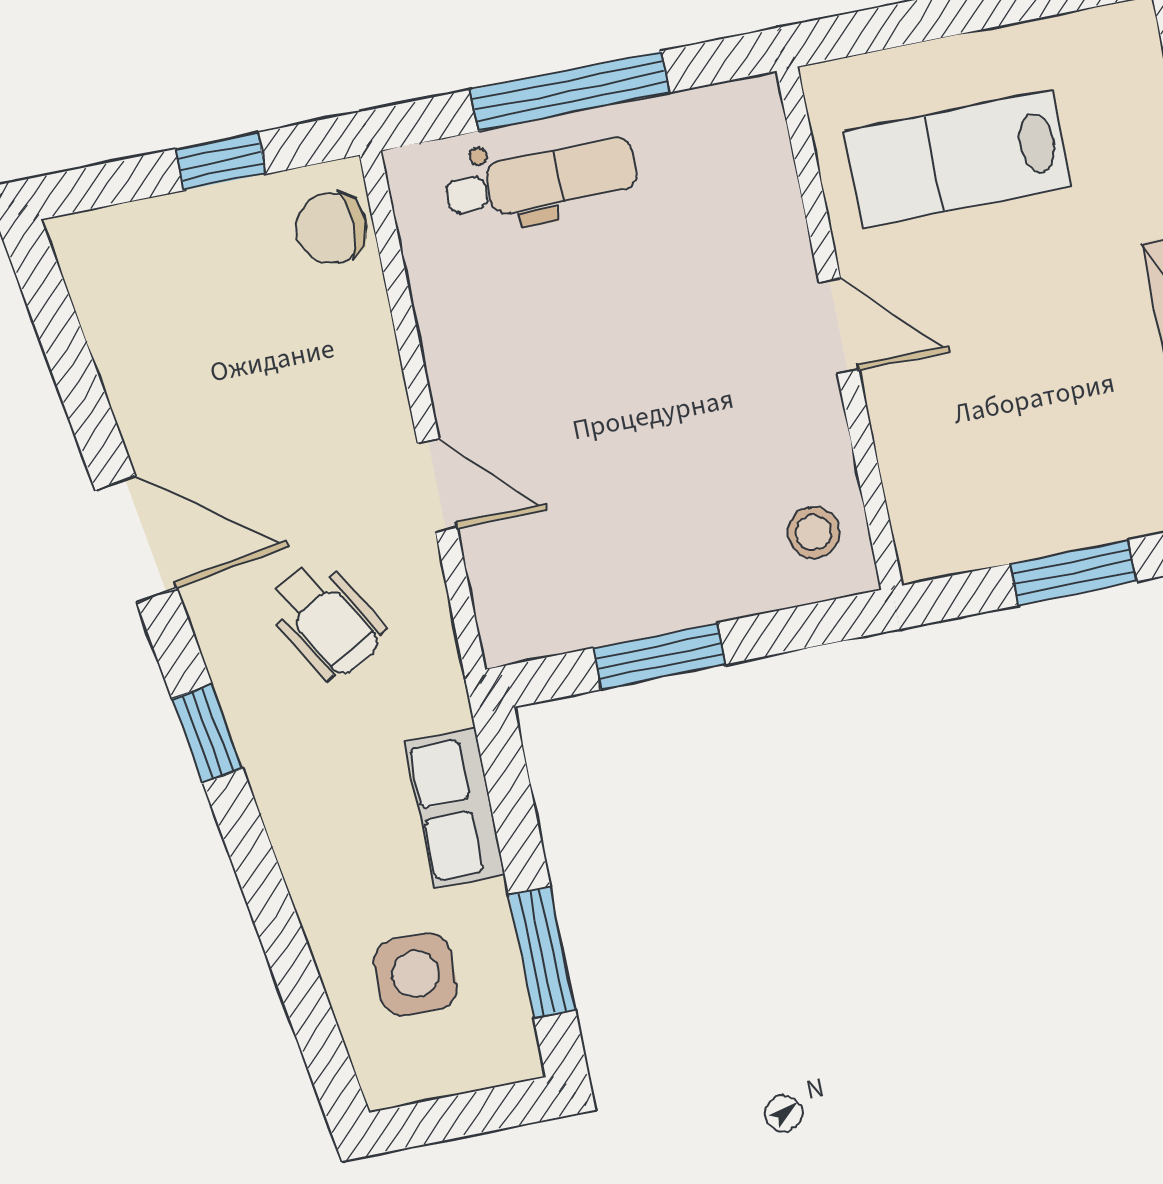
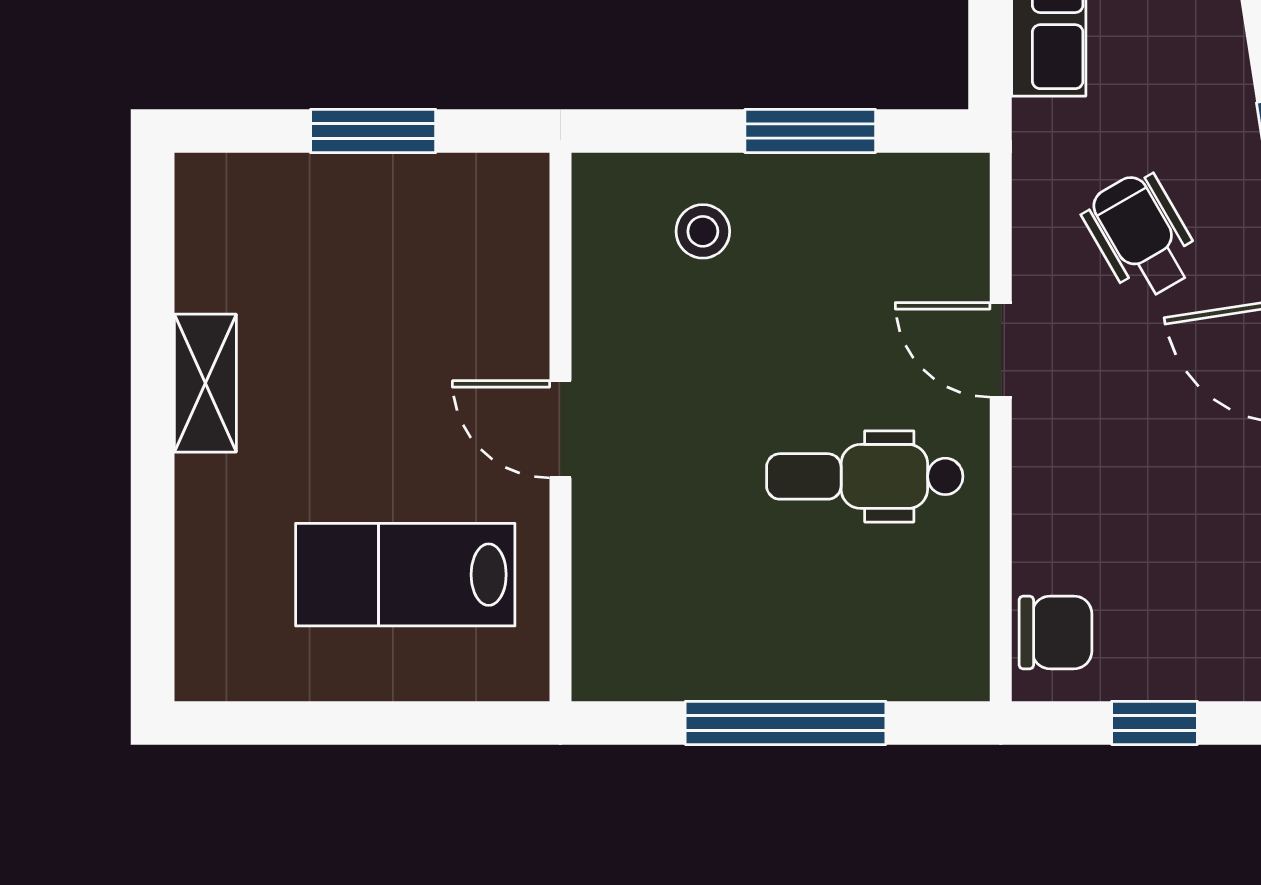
lab bench: (958, 159) -> (405, 575), turned 180
dental chair: (541, 179) -> (865, 476), moved
stool: (813, 533) -> (703, 231), moved

